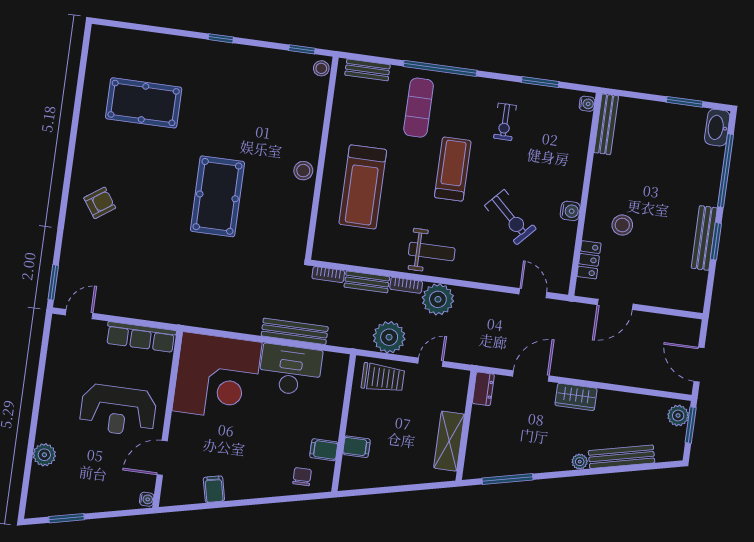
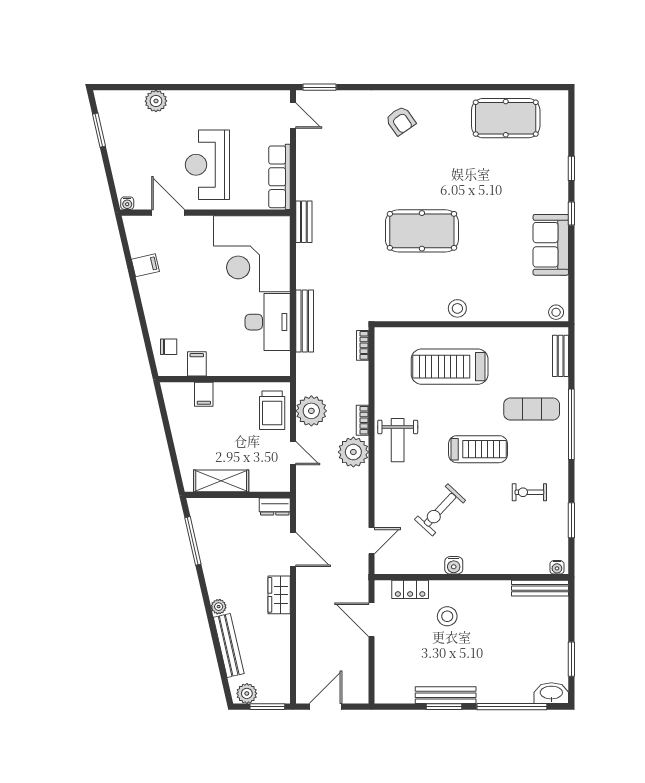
window: (302, 49) -> (571, 168), moved
sofa: (250, 64) -> (551, 245), added
pool table: (144, 103) -> (506, 118), moved, turned 90
bench: (367, 282) -> (304, 222), moved
plant: (678, 415) -> (247, 693), moved

